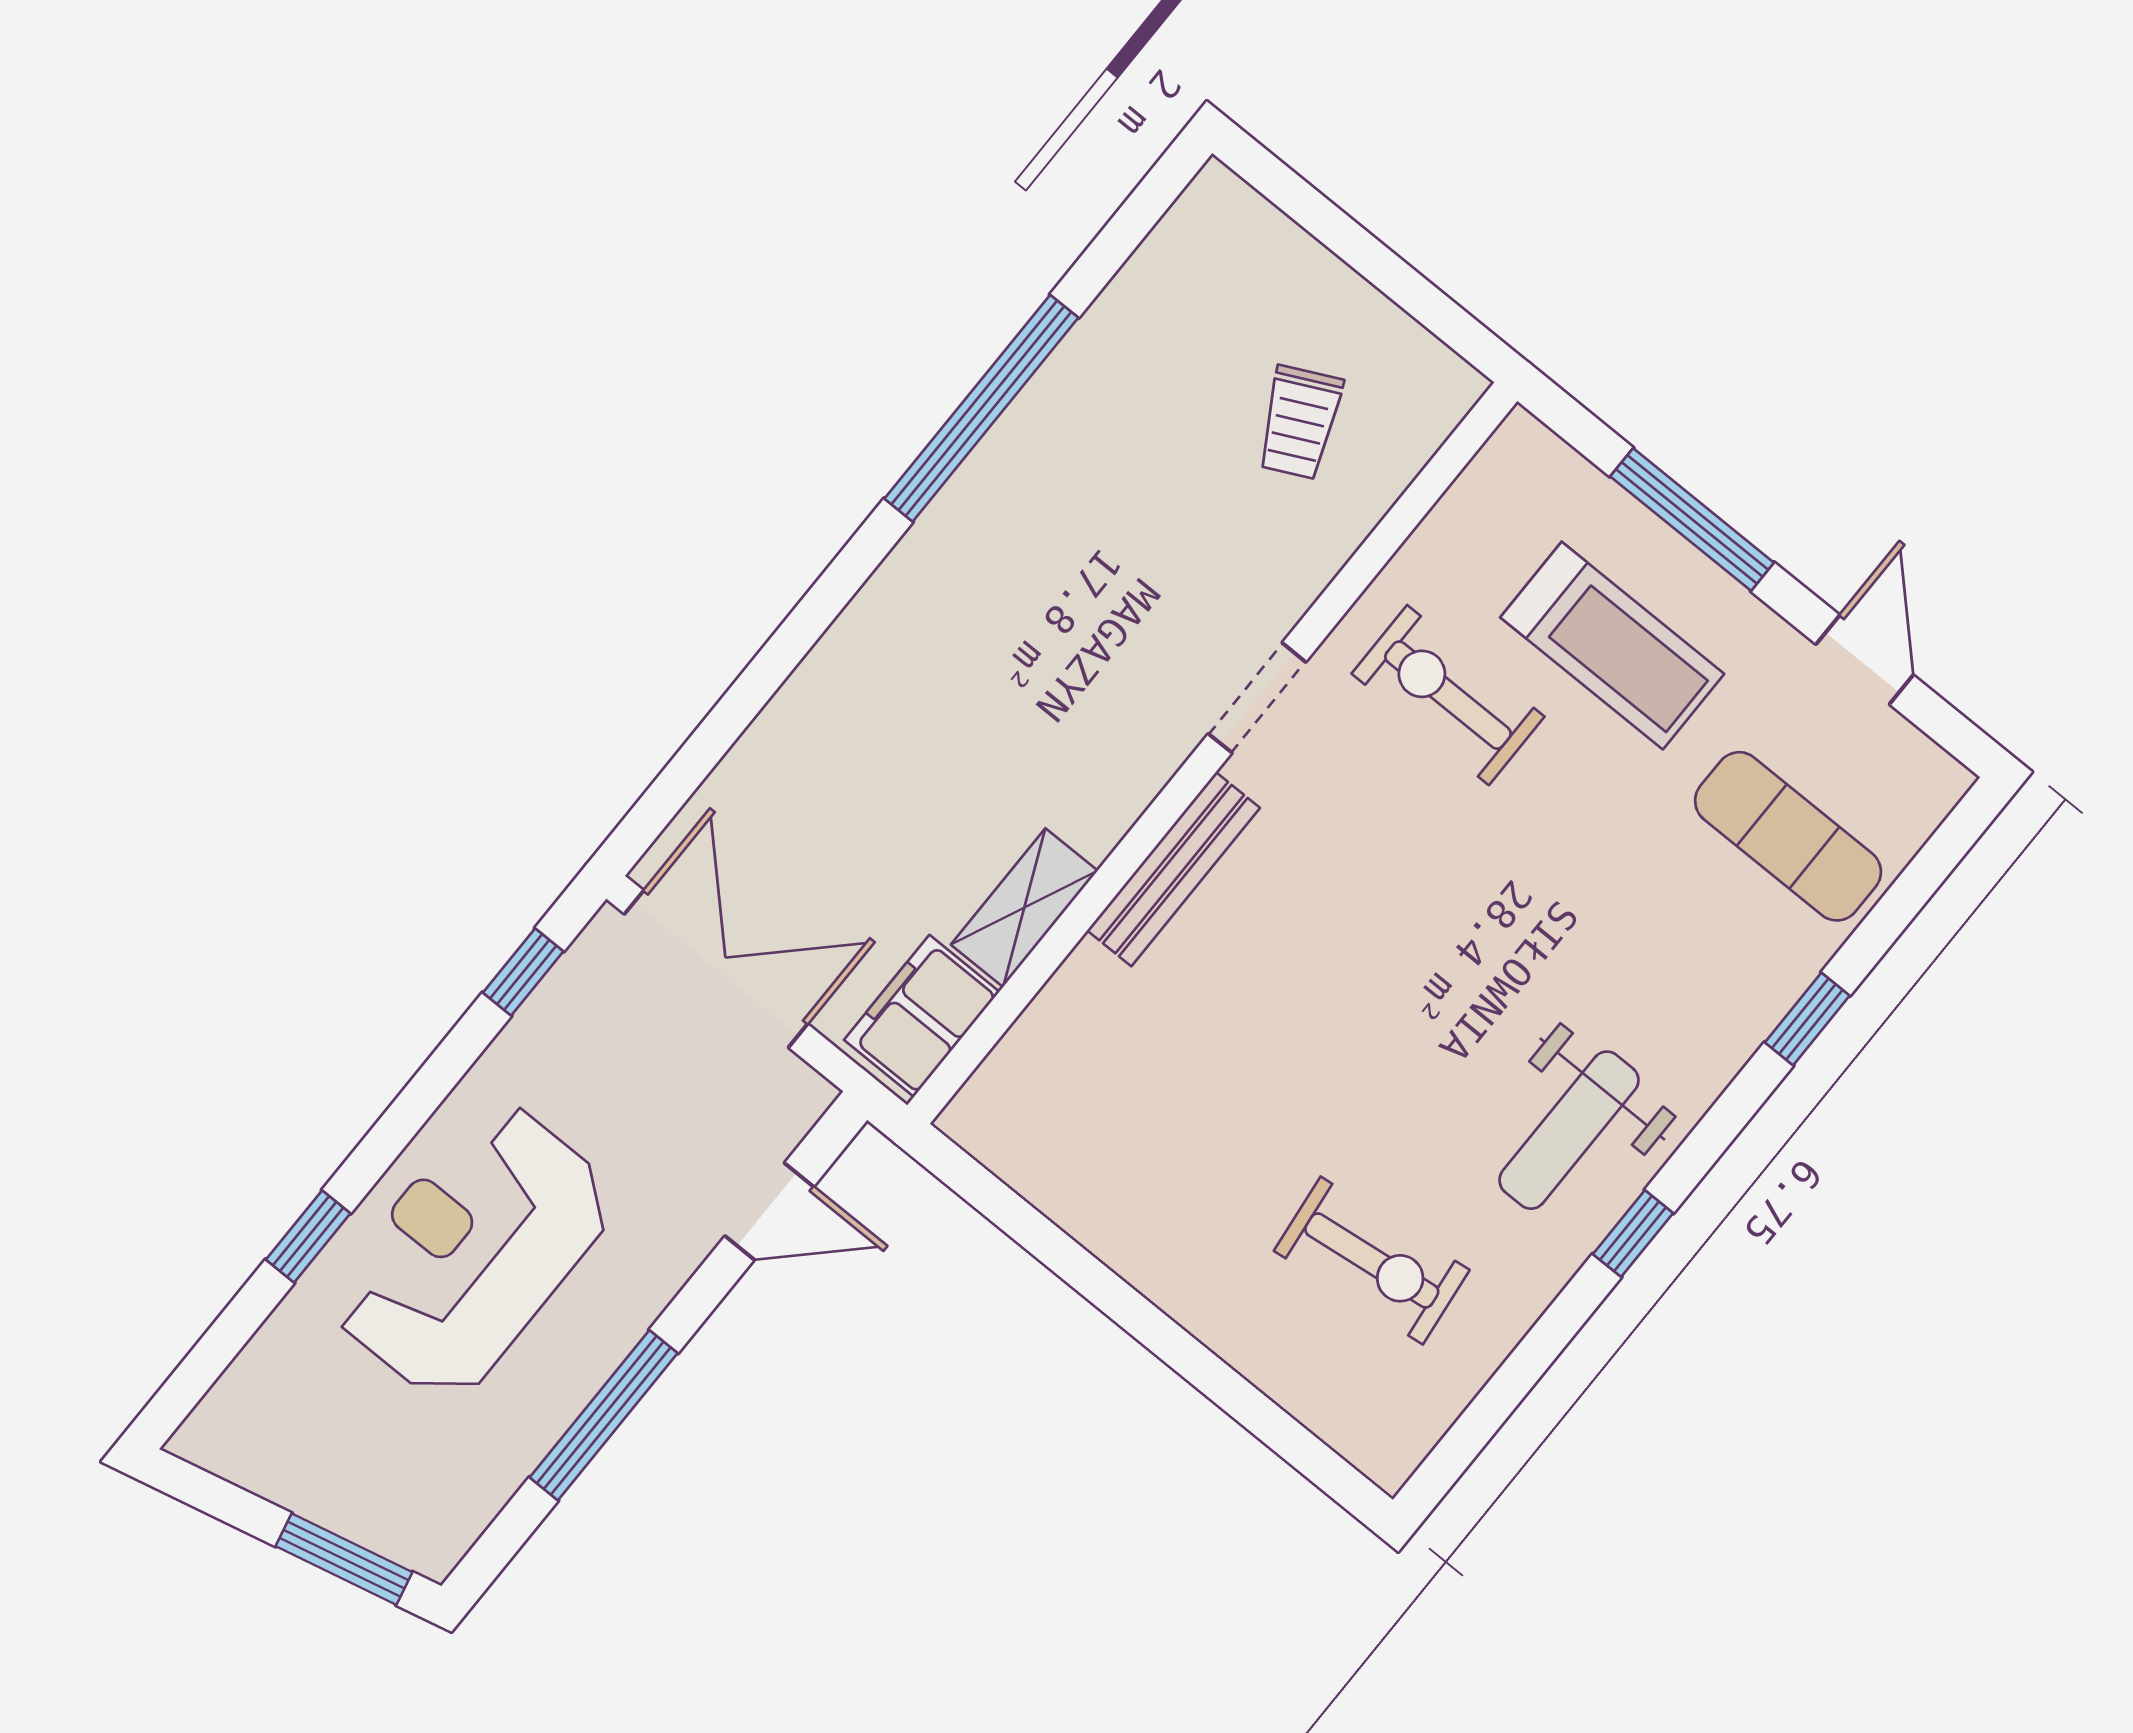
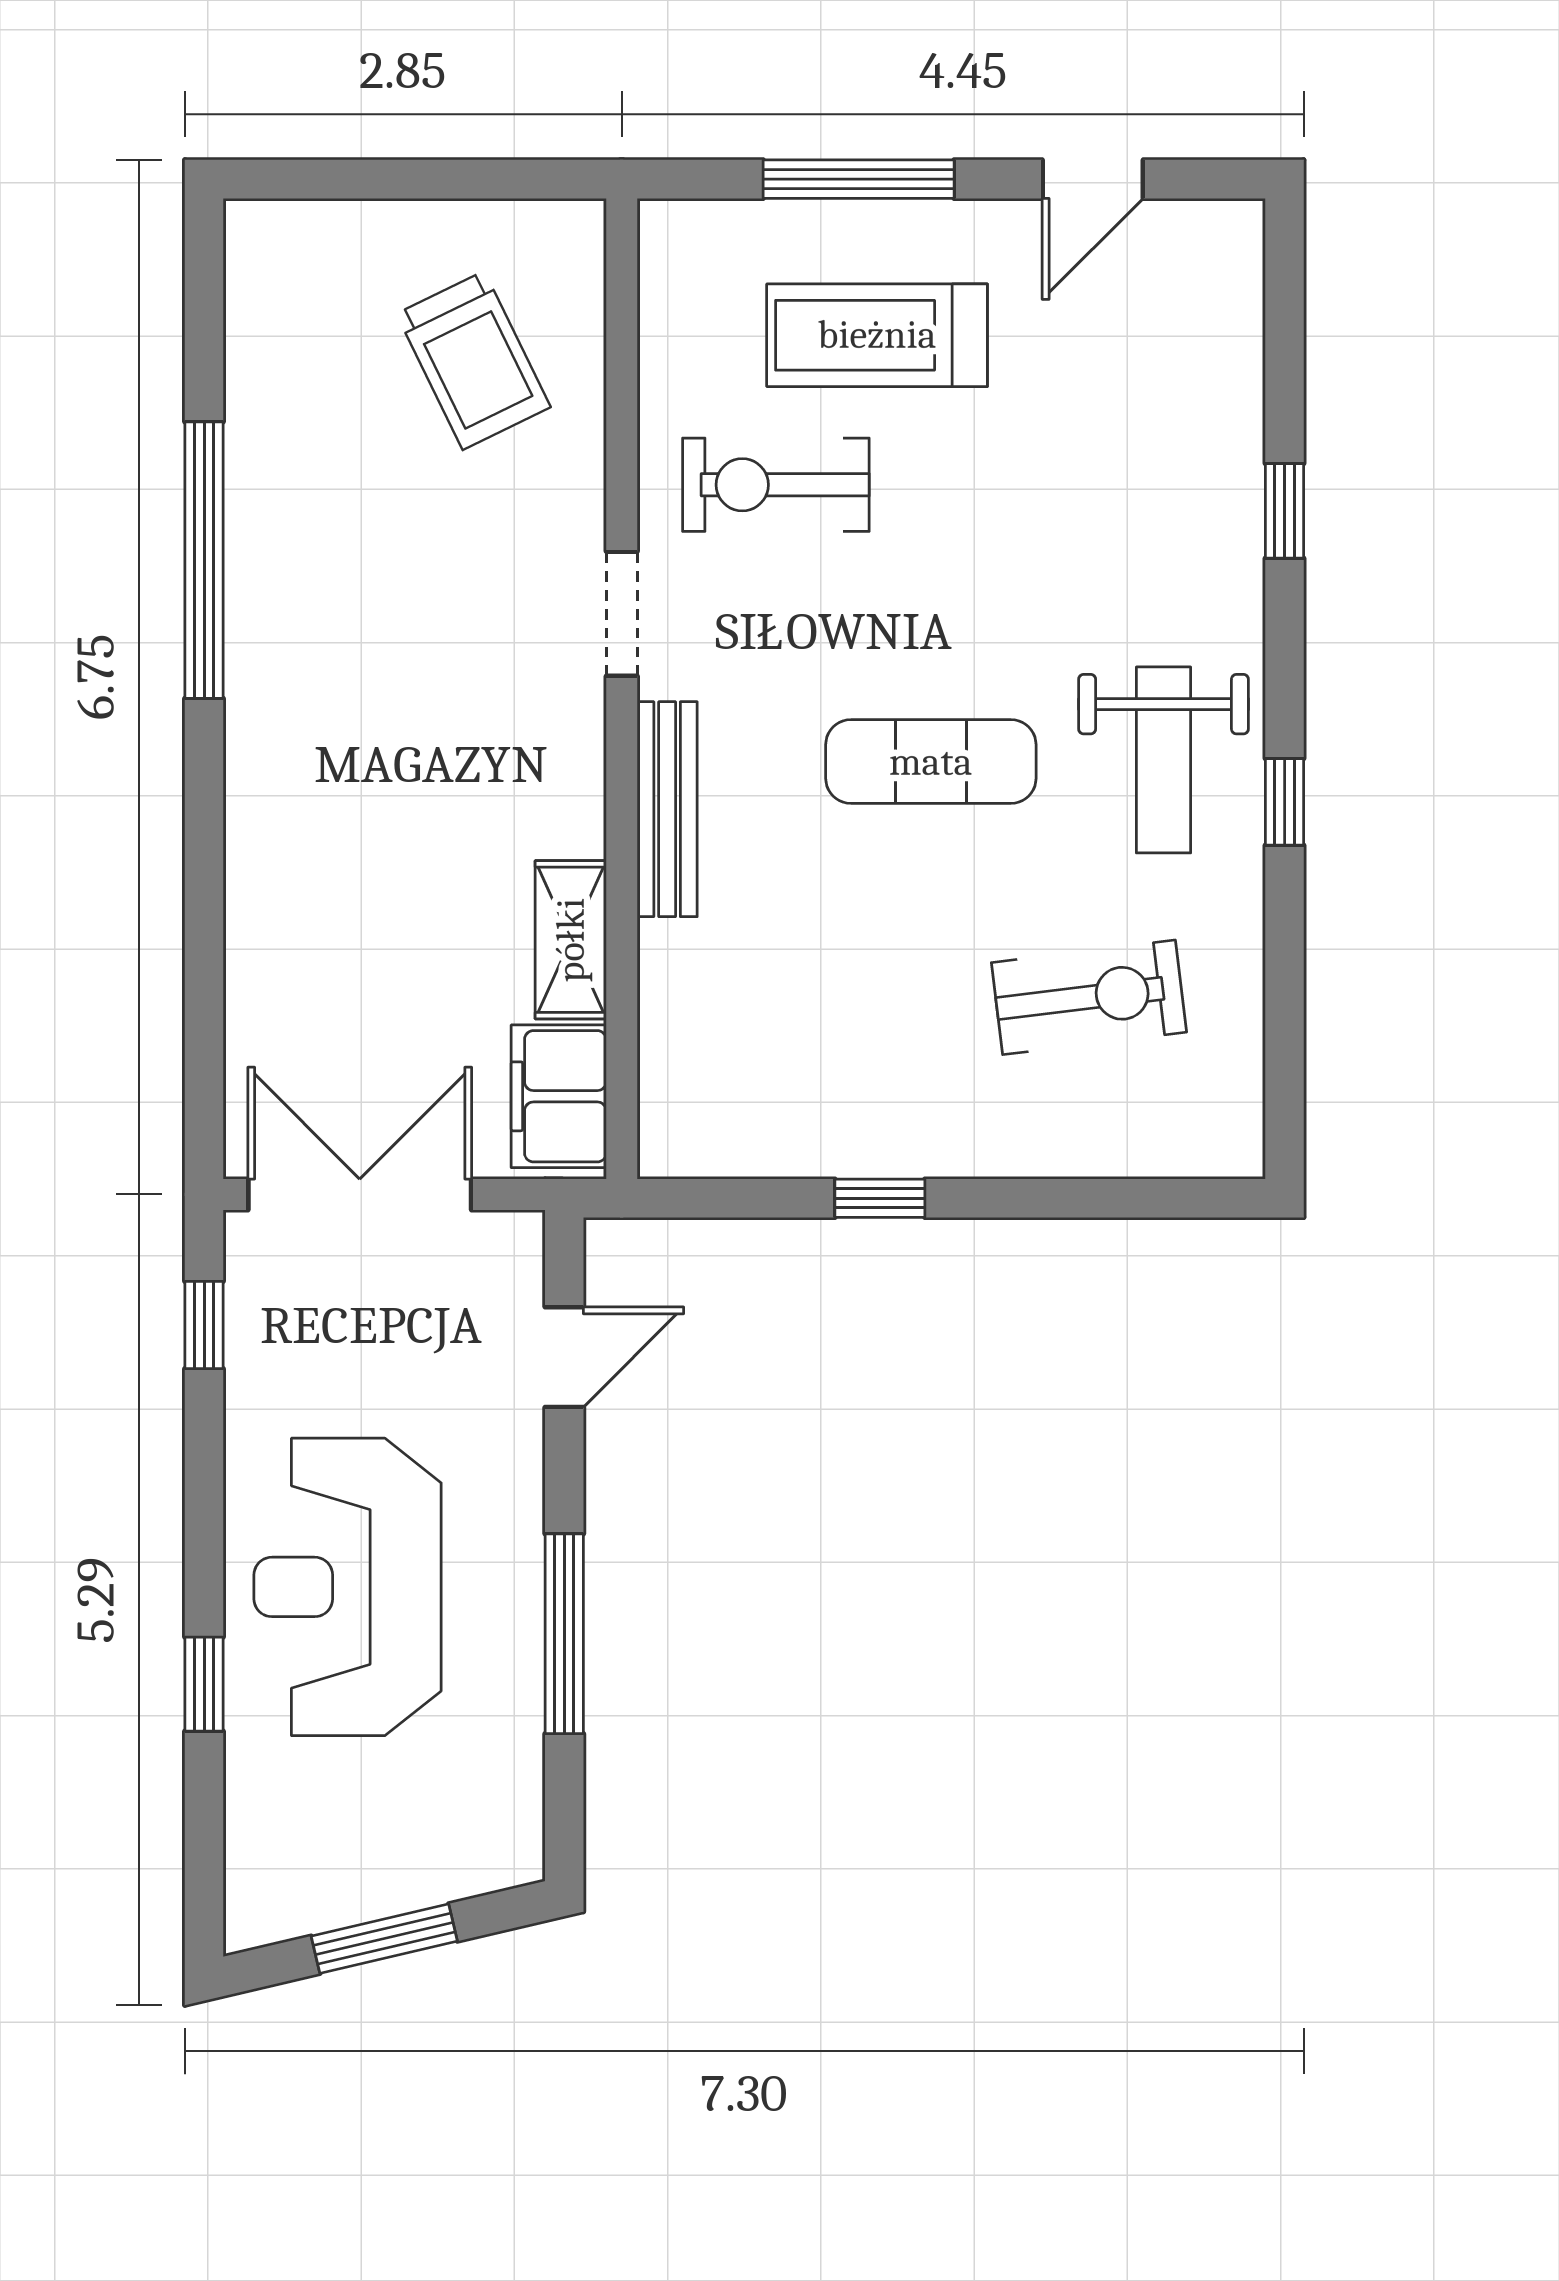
trolley: (1300, 422) -> (473, 360), width x1.36, depth x1.39
treadmill: (1612, 646) -> (877, 335), turned 180
door: (1865, 660) -> (1093, 179), swing flipped
exercise mat: (1788, 836) -> (931, 762), moved
window: (1097, 1283) -> (880, 1198), added
window: (344, 1559) -> (384, 1939), moved

